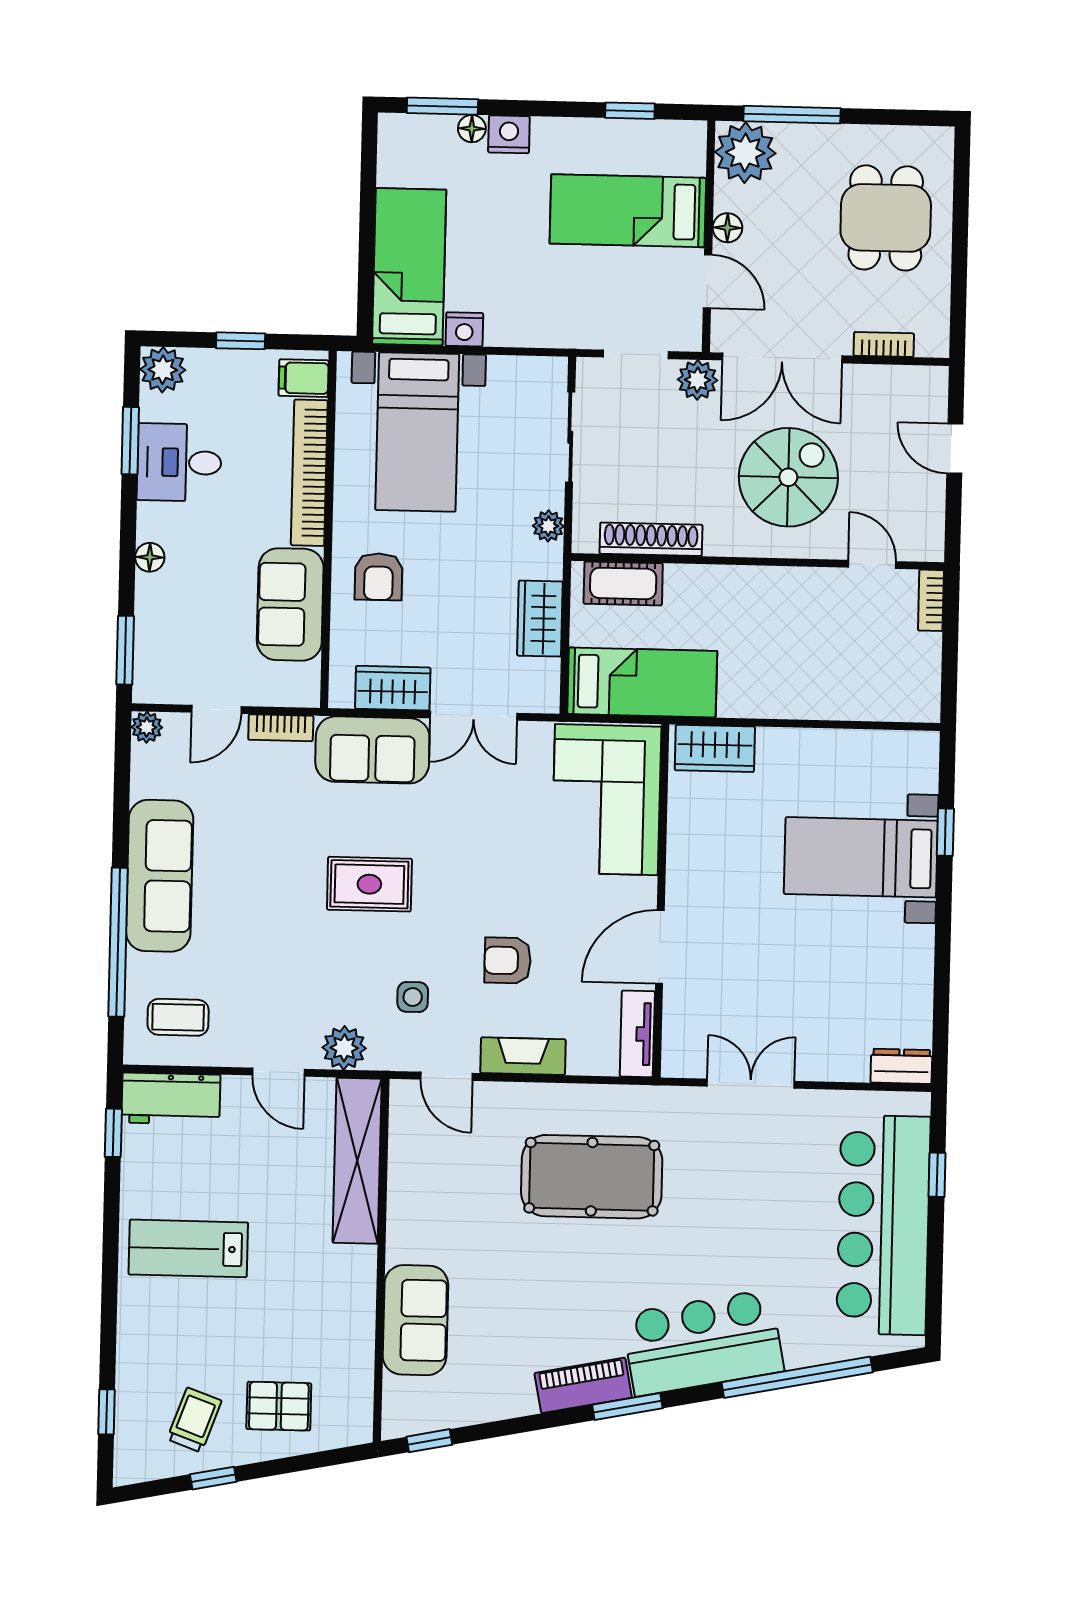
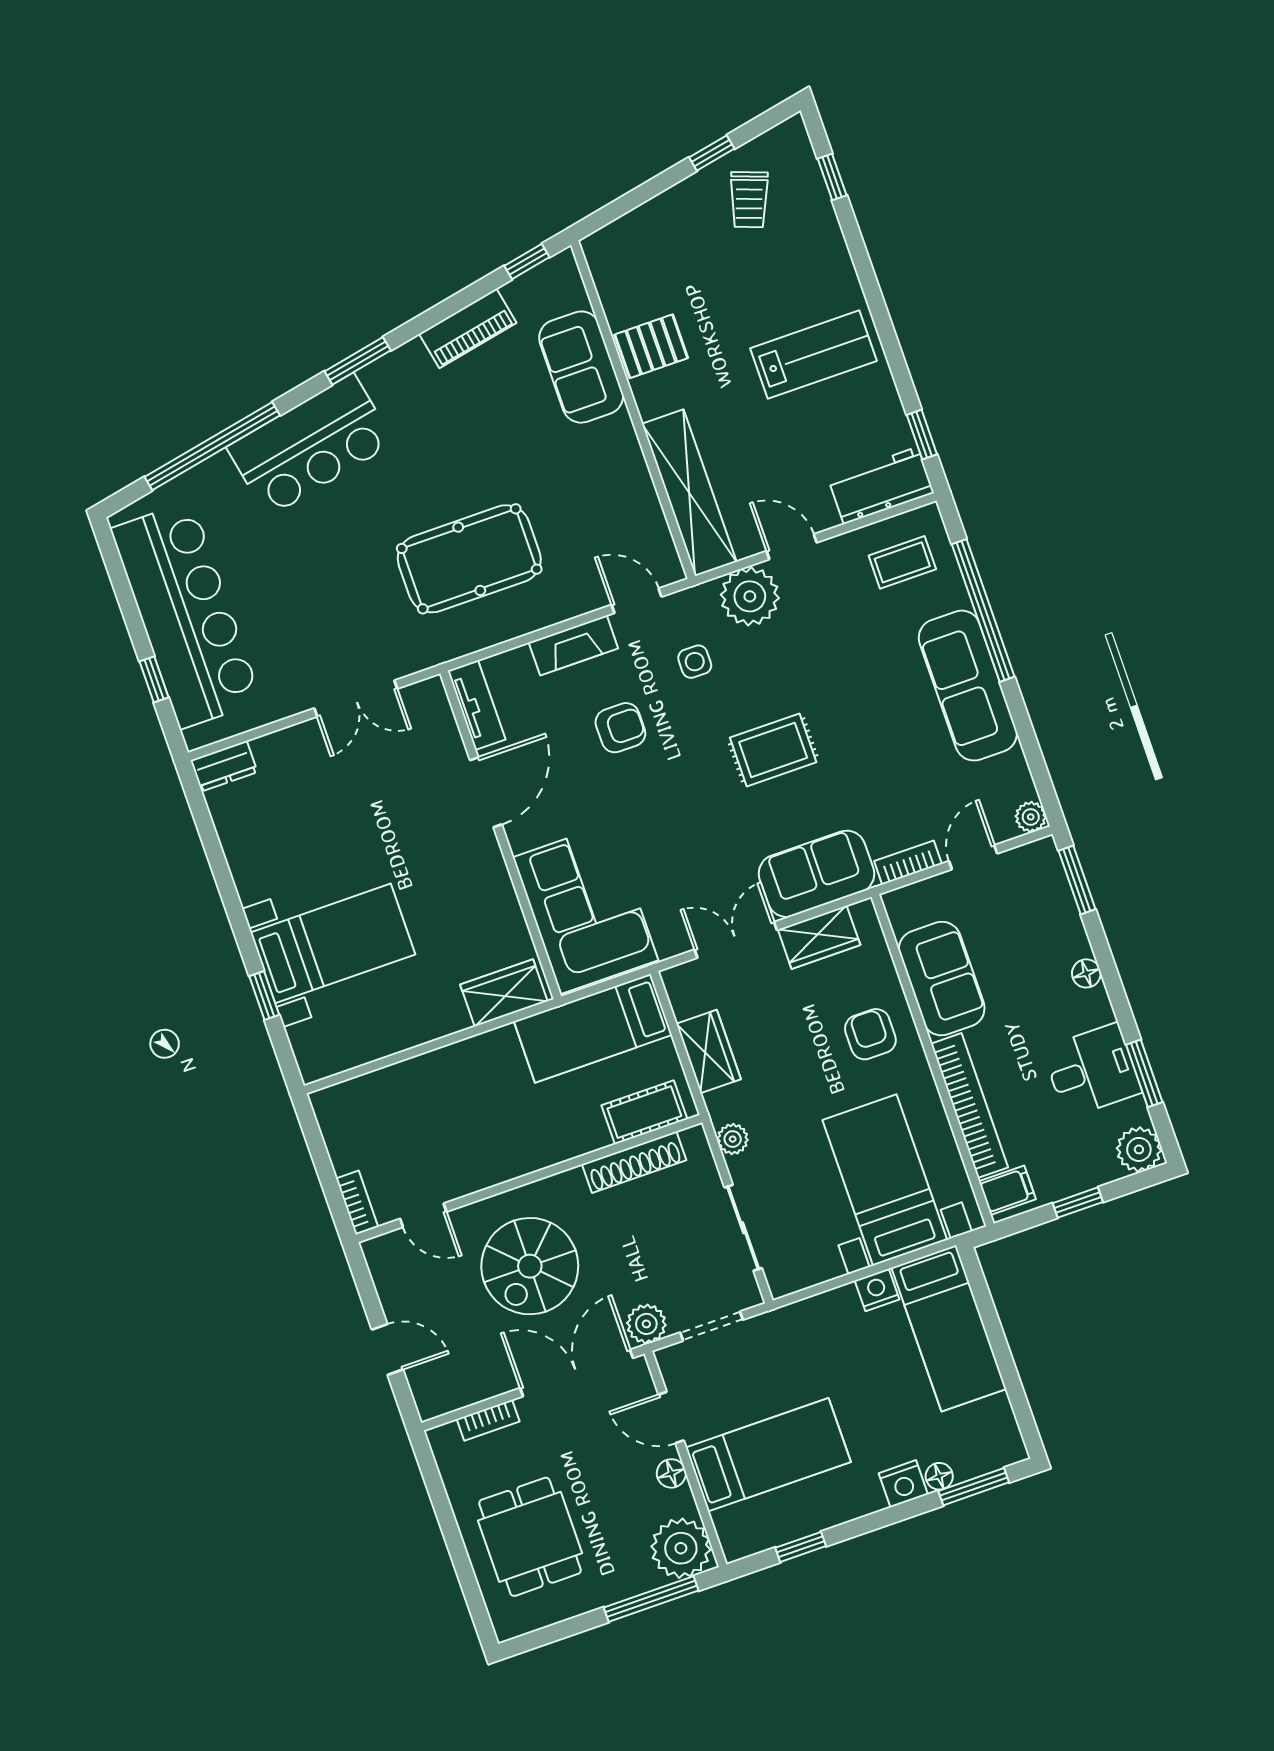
plant: (344, 1048) -> (750, 596), width x1.36, depth x1.36
piano: (583, 1385) -> (468, 328), moved
pallet: (279, 1406) -> (651, 346), moved

